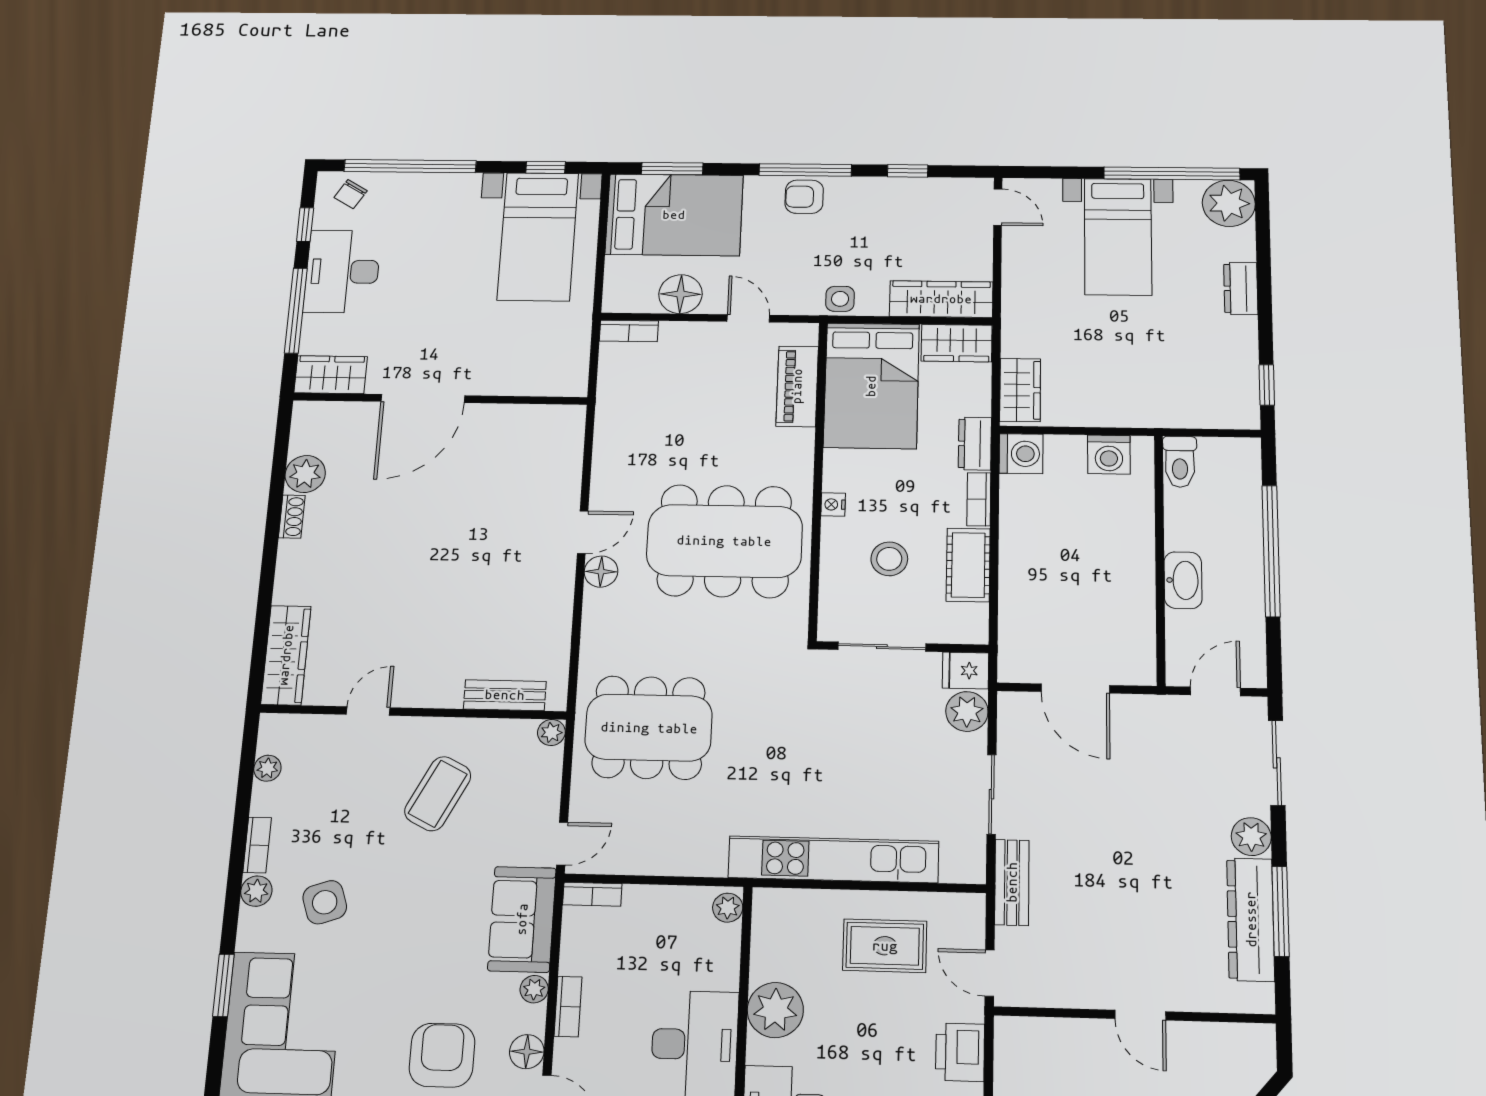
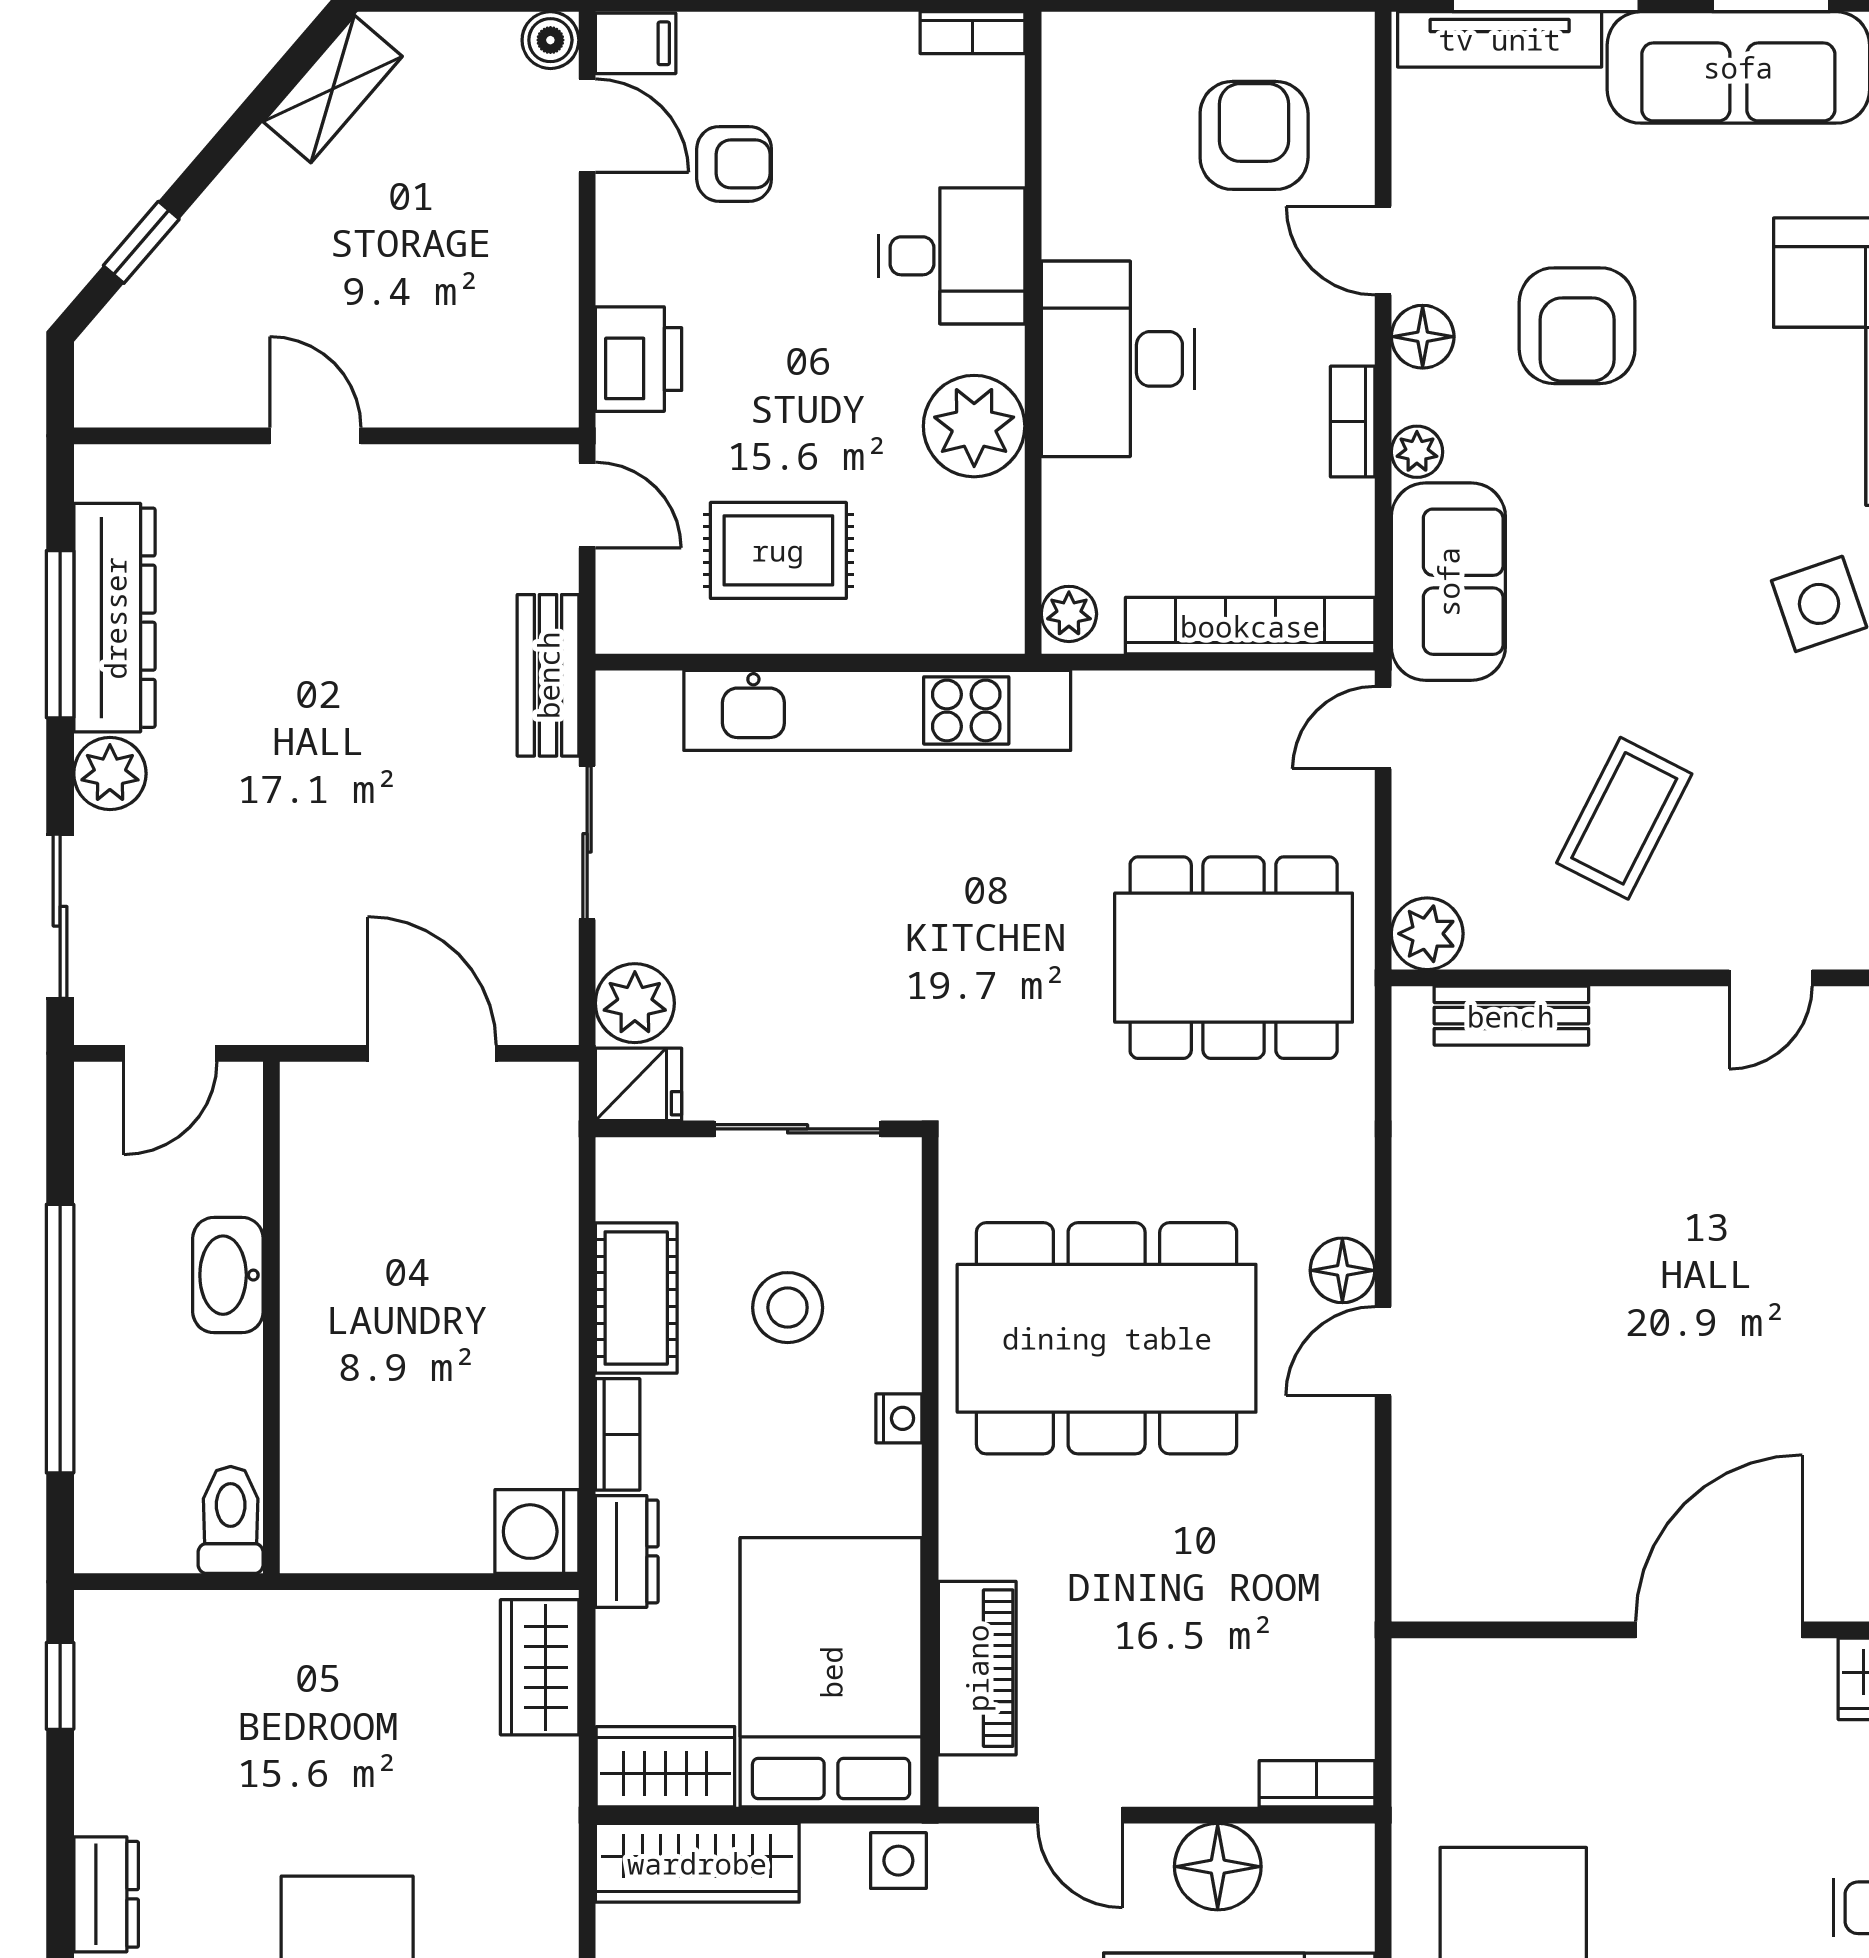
washing machine: (1109, 455) -> (367, 1533), removed
plant: (551, 732) -> (1427, 934), width x1.38, depth x1.38
bookcase: (592, 894) -> (1250, 626), width x2.31, depth x1.31

